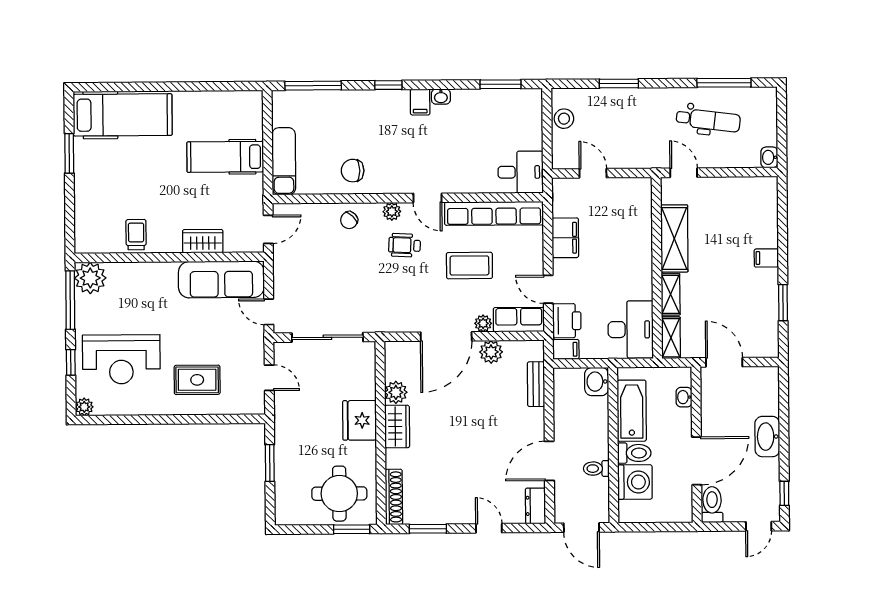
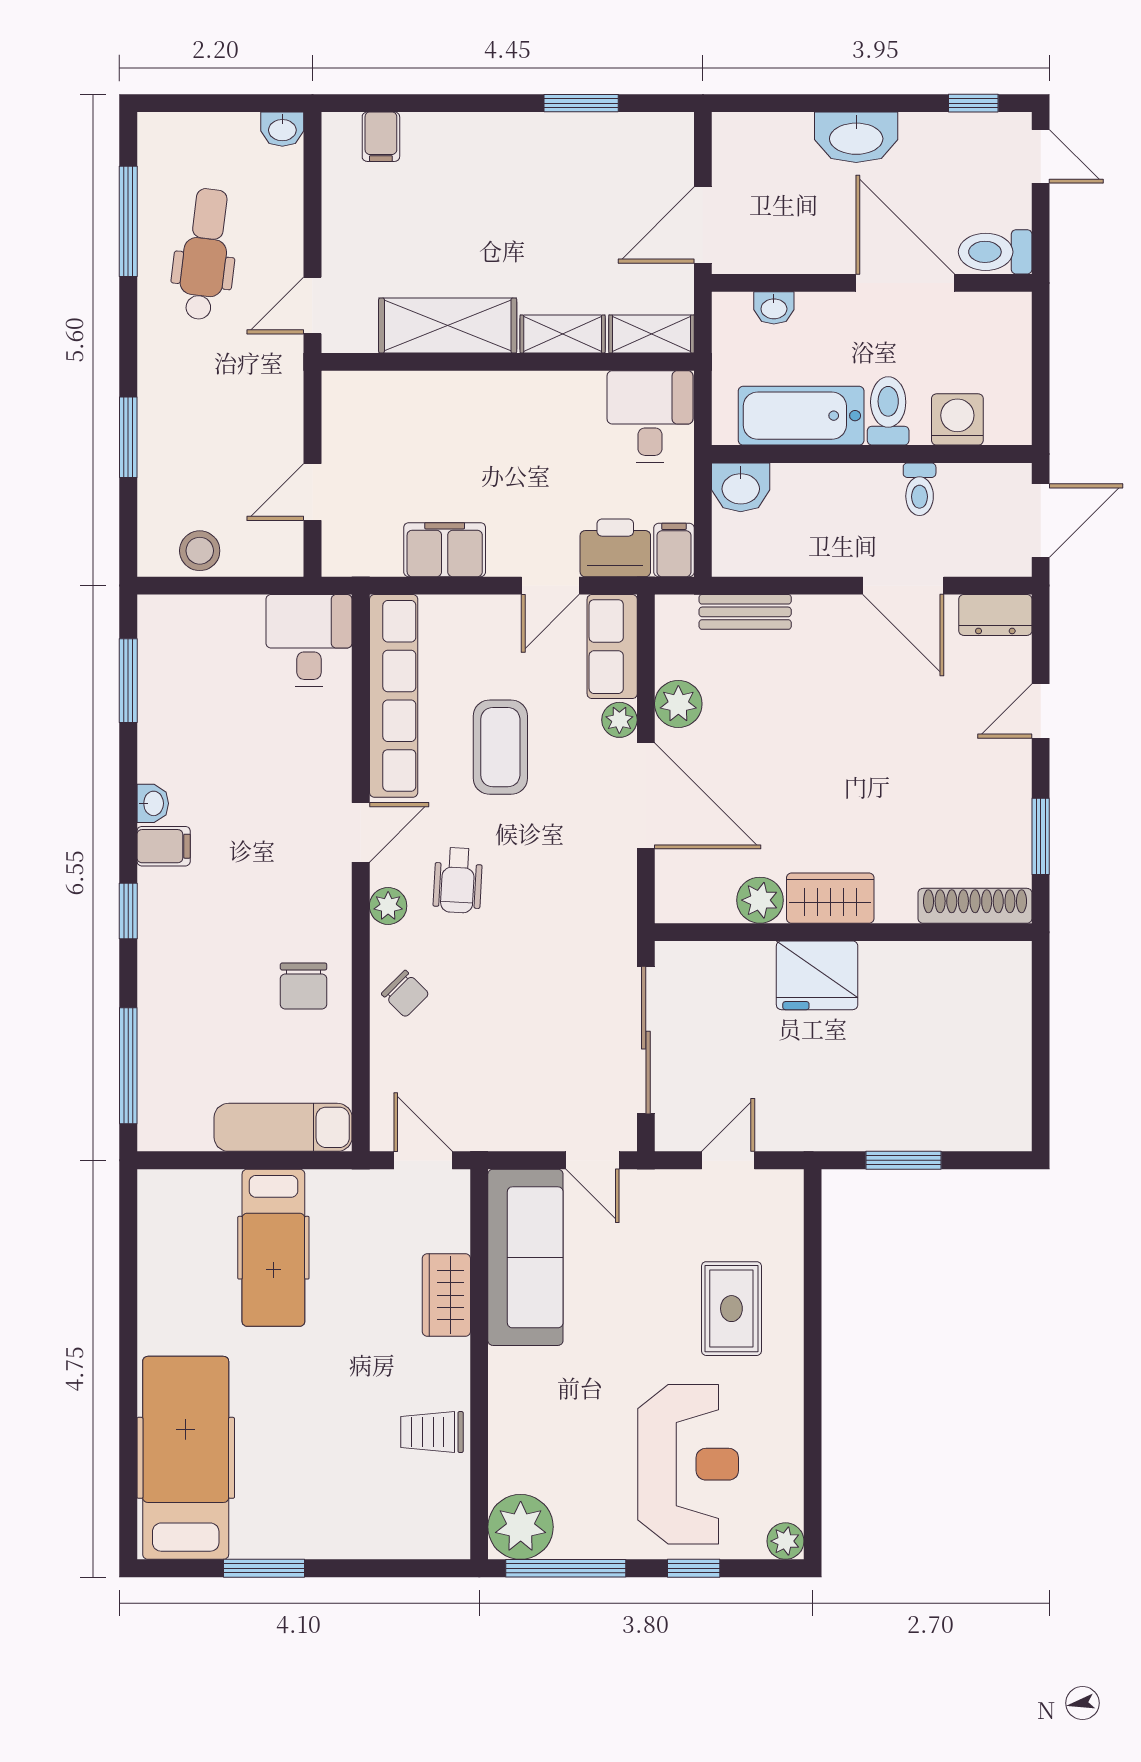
filing cabinet: (766, 258) -> (381, 137), moved
door: (269, 312) -> (593, 1160), hinge flipped
desk: (631, 329) -> (650, 417), width x0.73
washing machine: (635, 482) -> (957, 419), width x0.73, depth x0.73
round table: (339, 494) -> (967, 1018), removed
window: (352, 529) -> (1041, 993), removed

